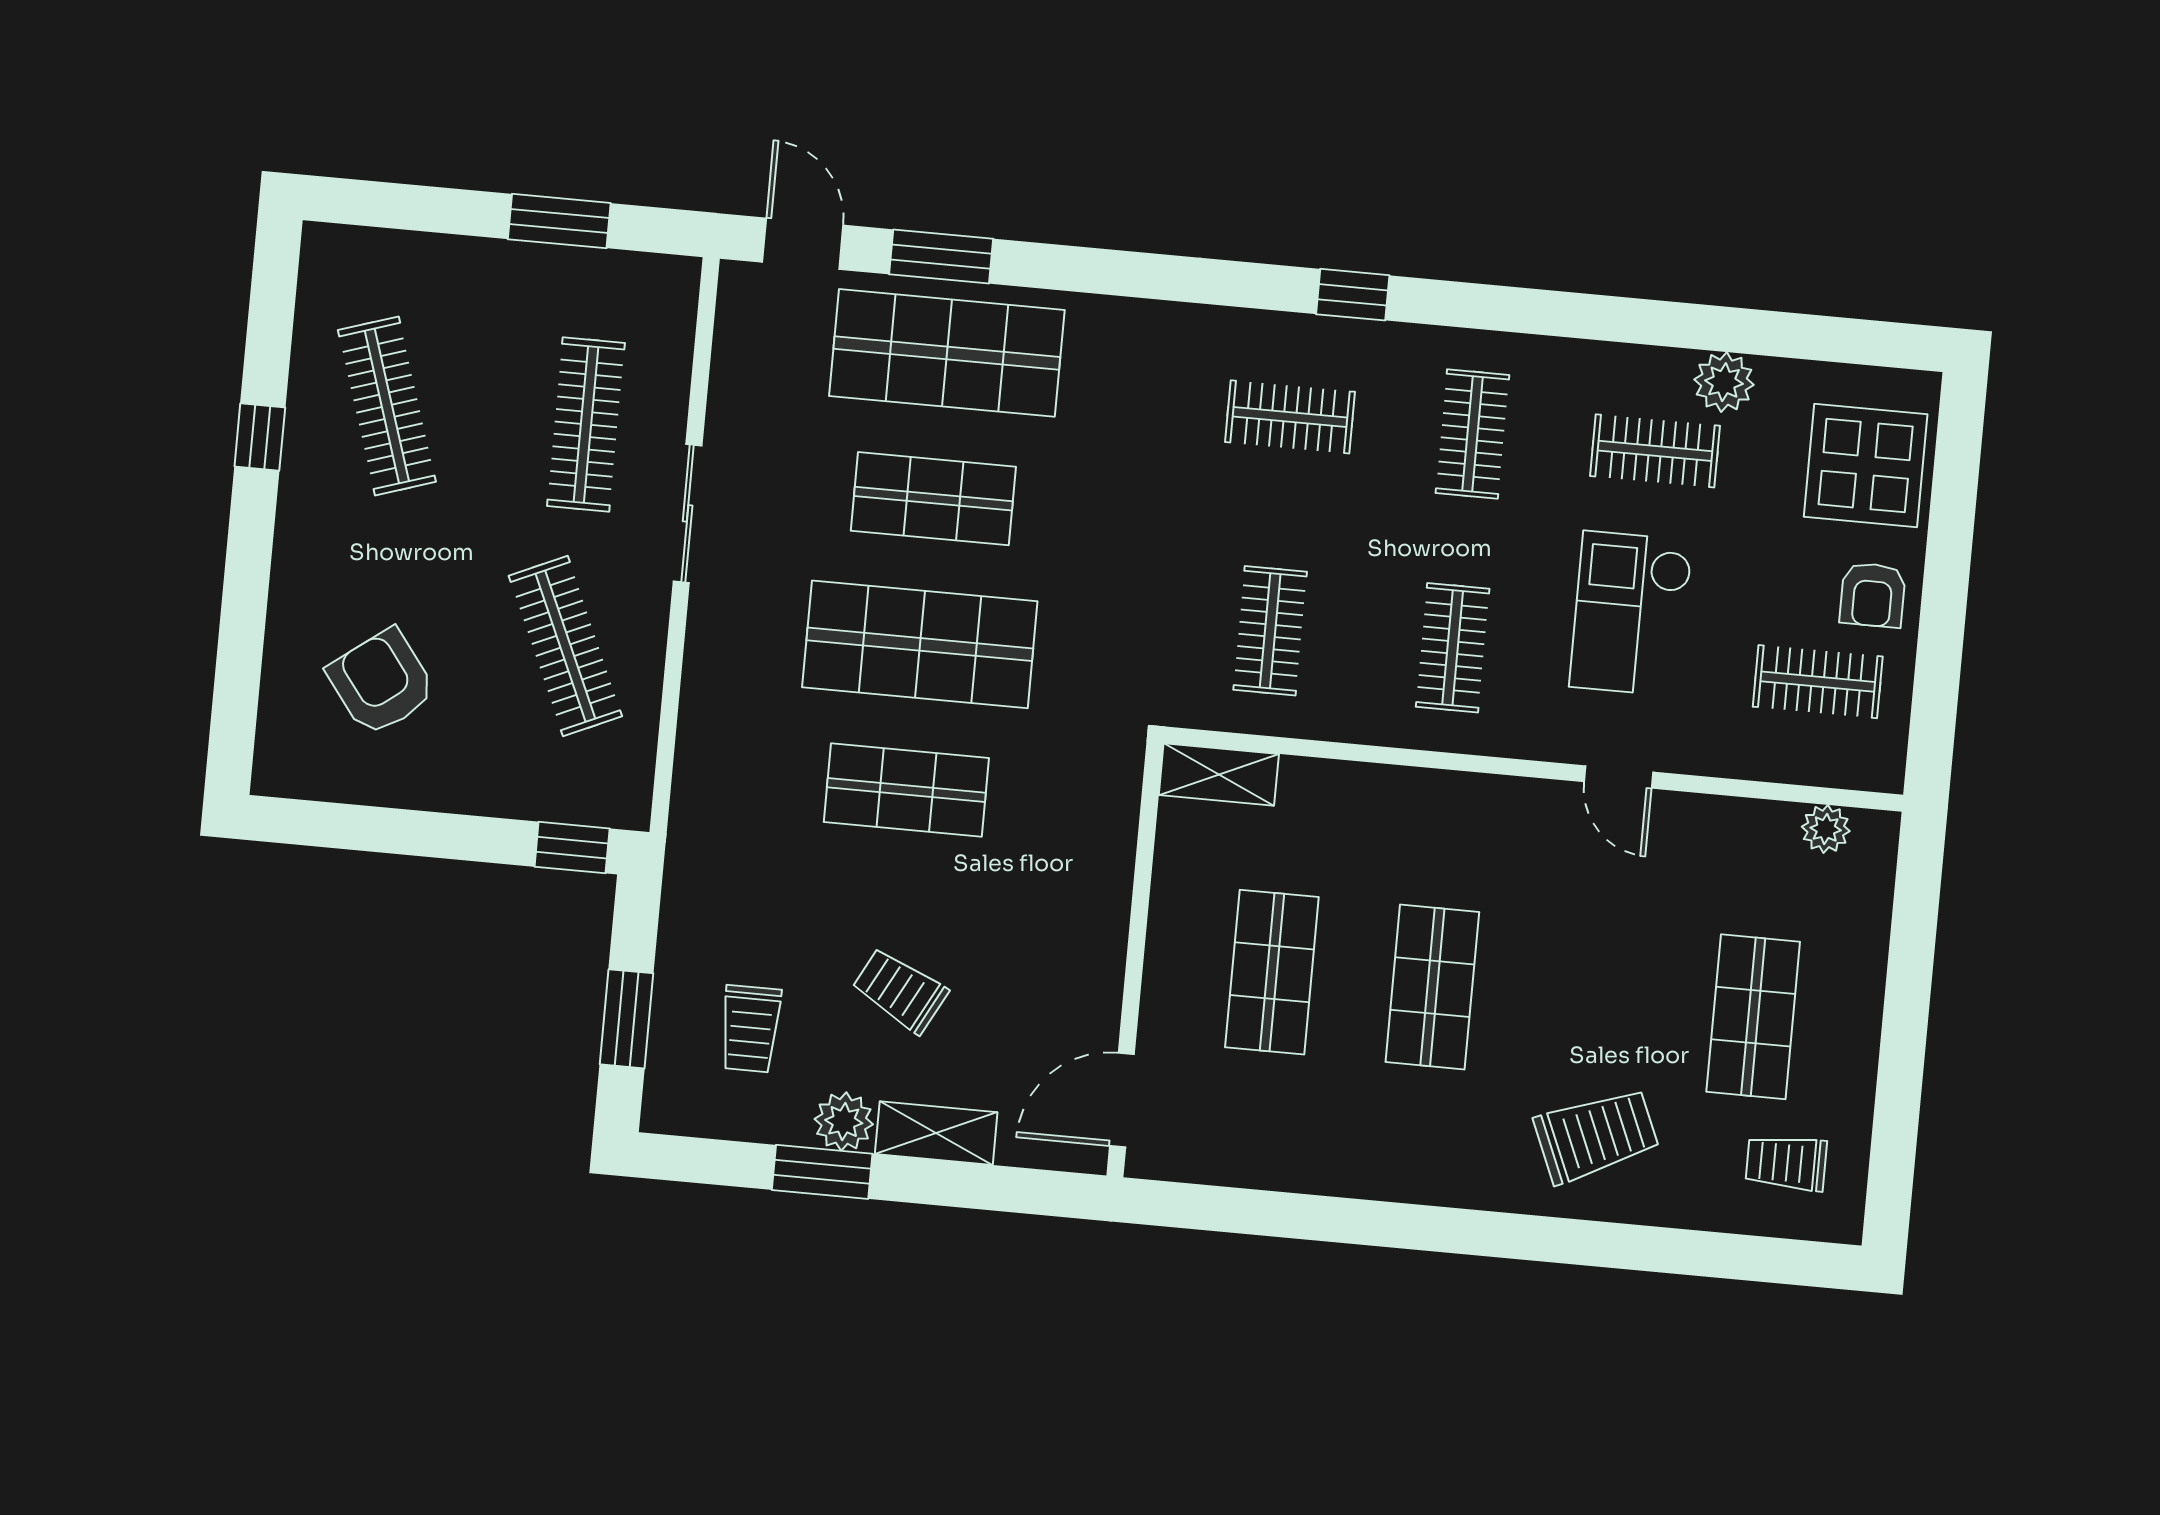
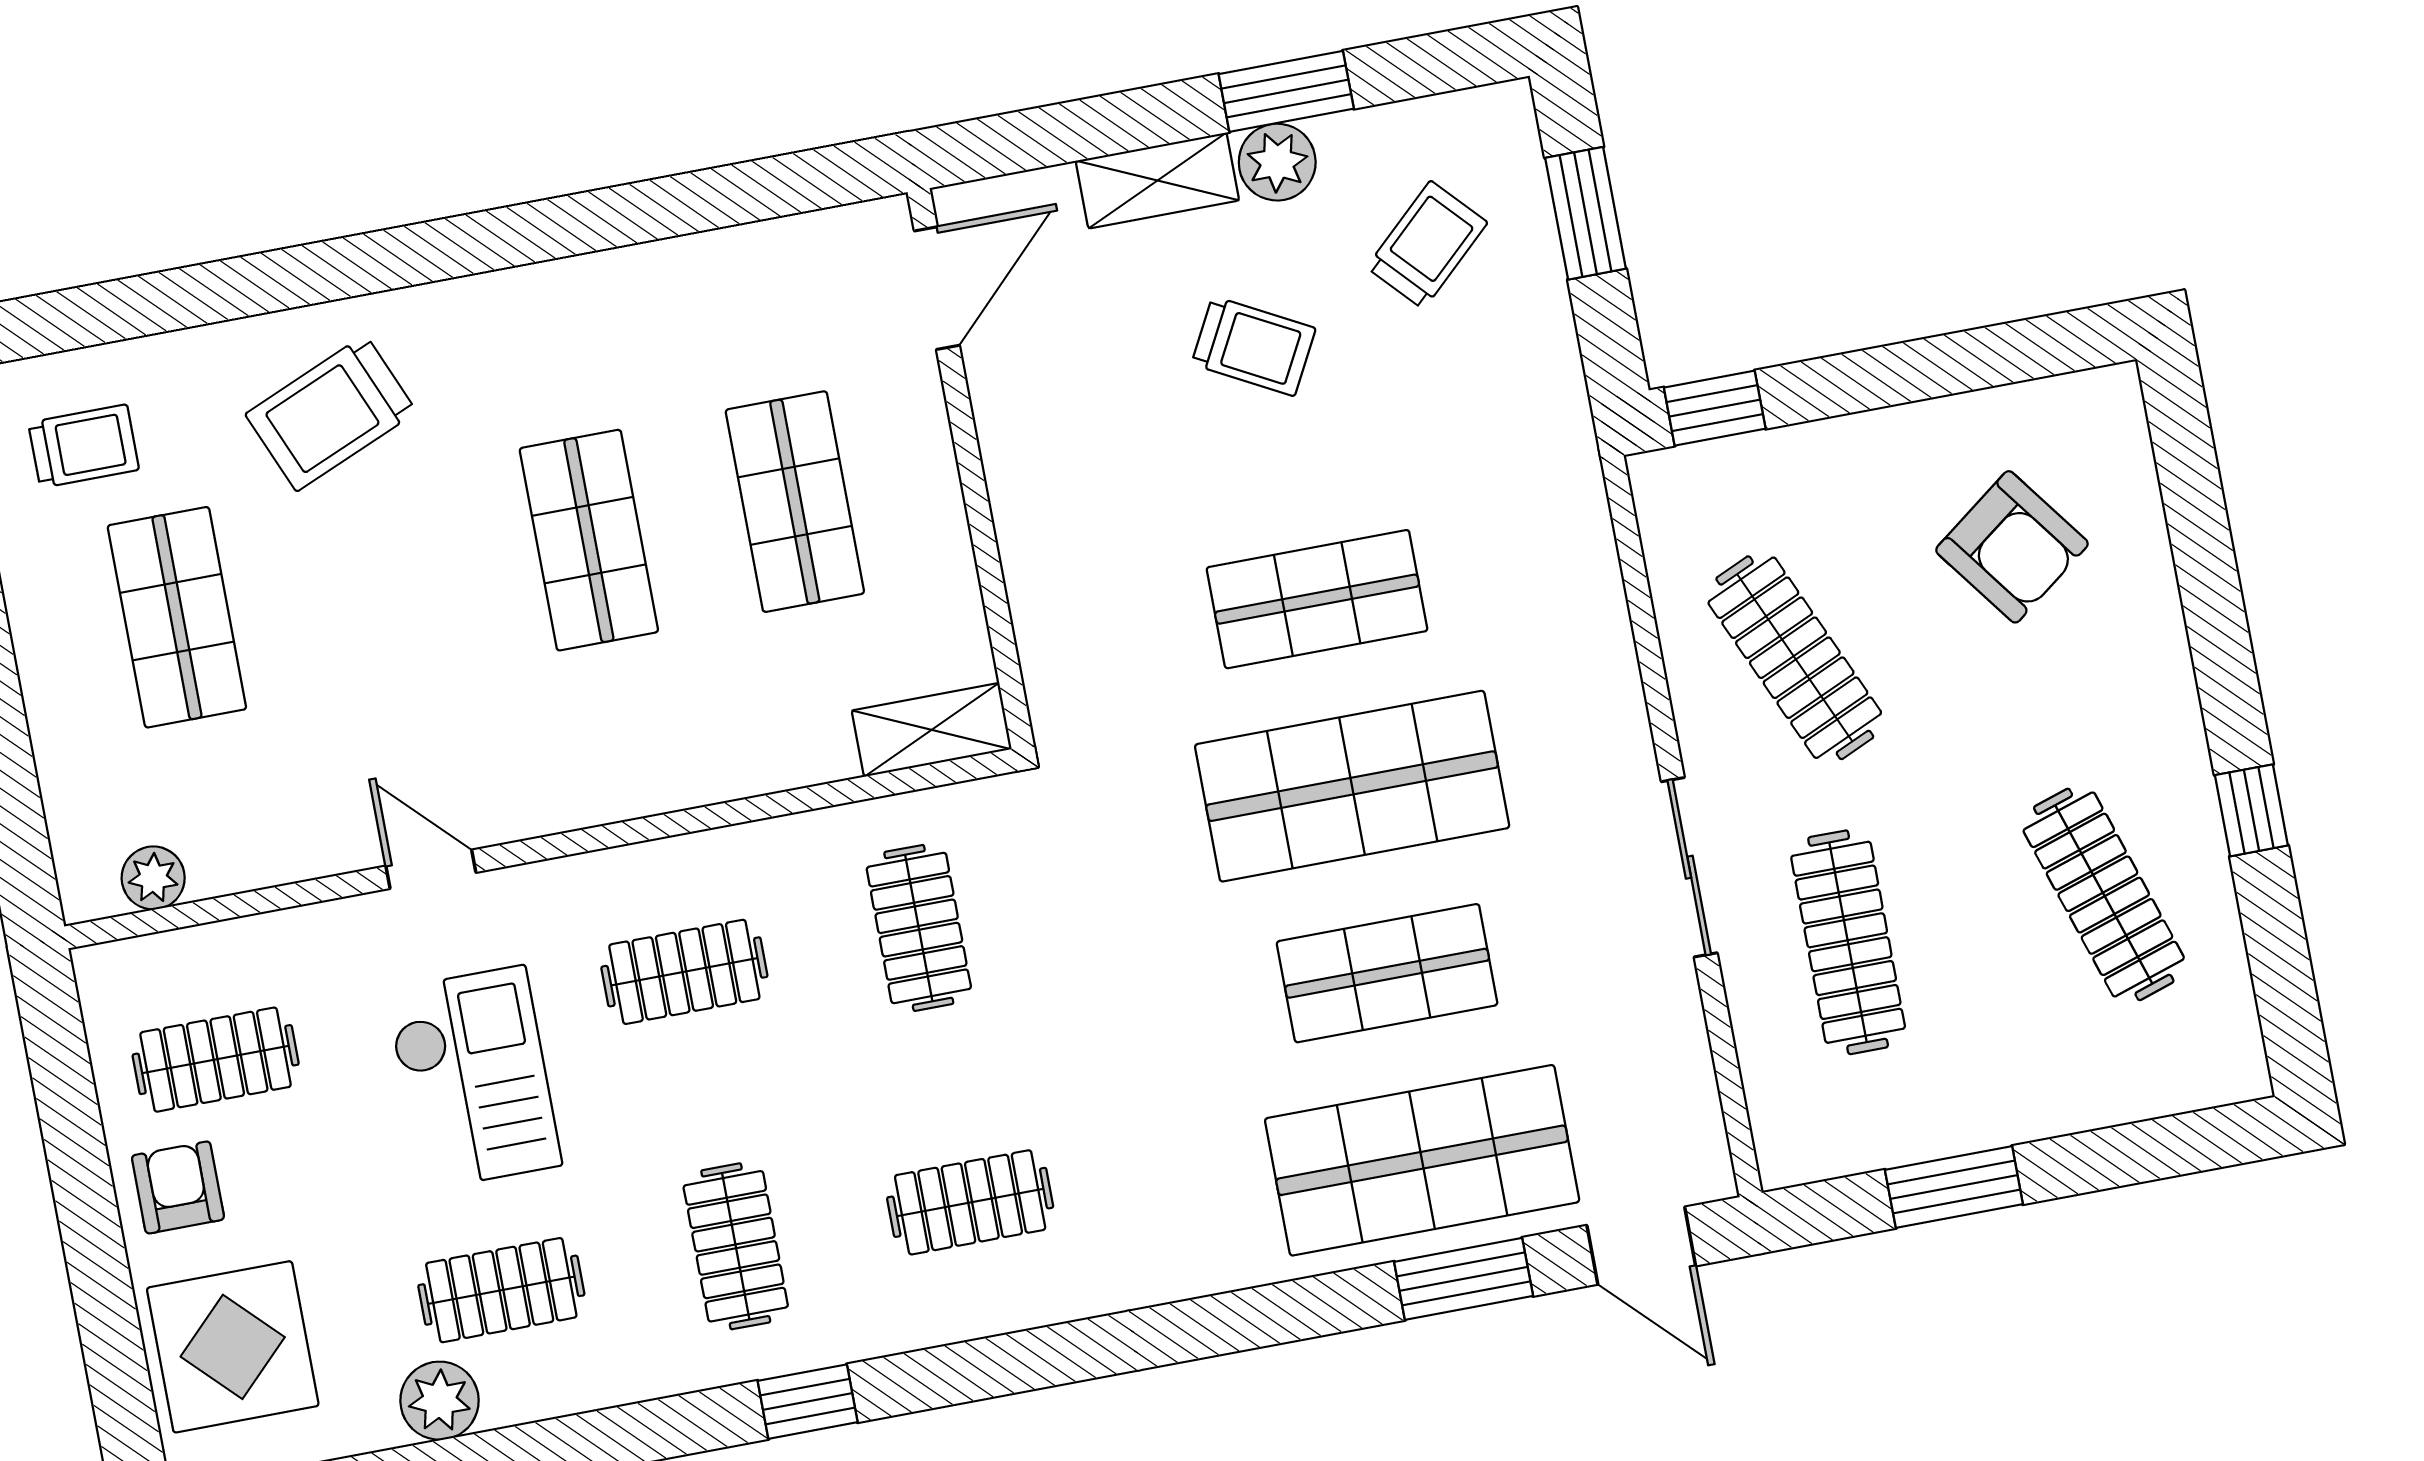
window: (1353, 295) -> (808, 1402), moved
clothes rail: (1453, 648) -> (684, 972), turned 90
trolley: (750, 1029) -> (1427, 245), turned 47

